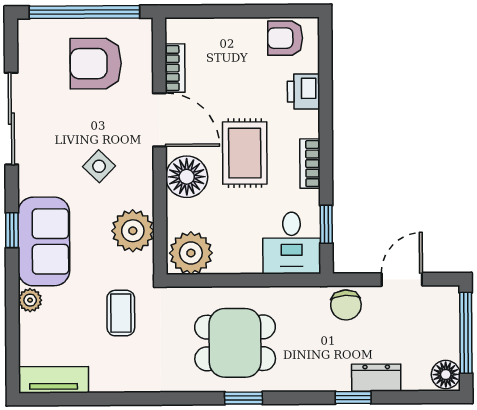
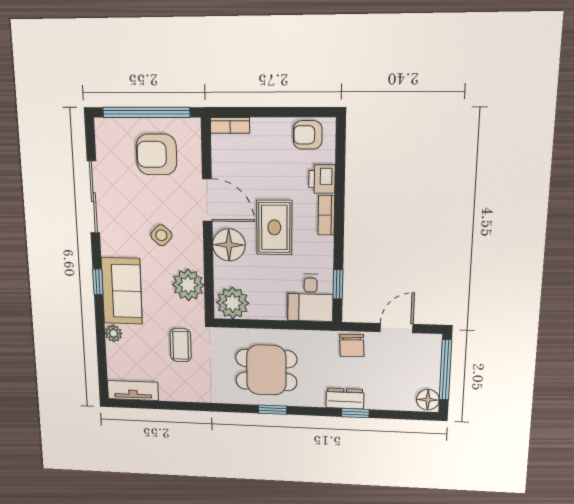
bookcase: (175, 68) -> (230, 125), moved, turned 90
bookcase: (310, 164) -> (326, 215), moved
dresser: (376, 378) -> (345, 398), moved

